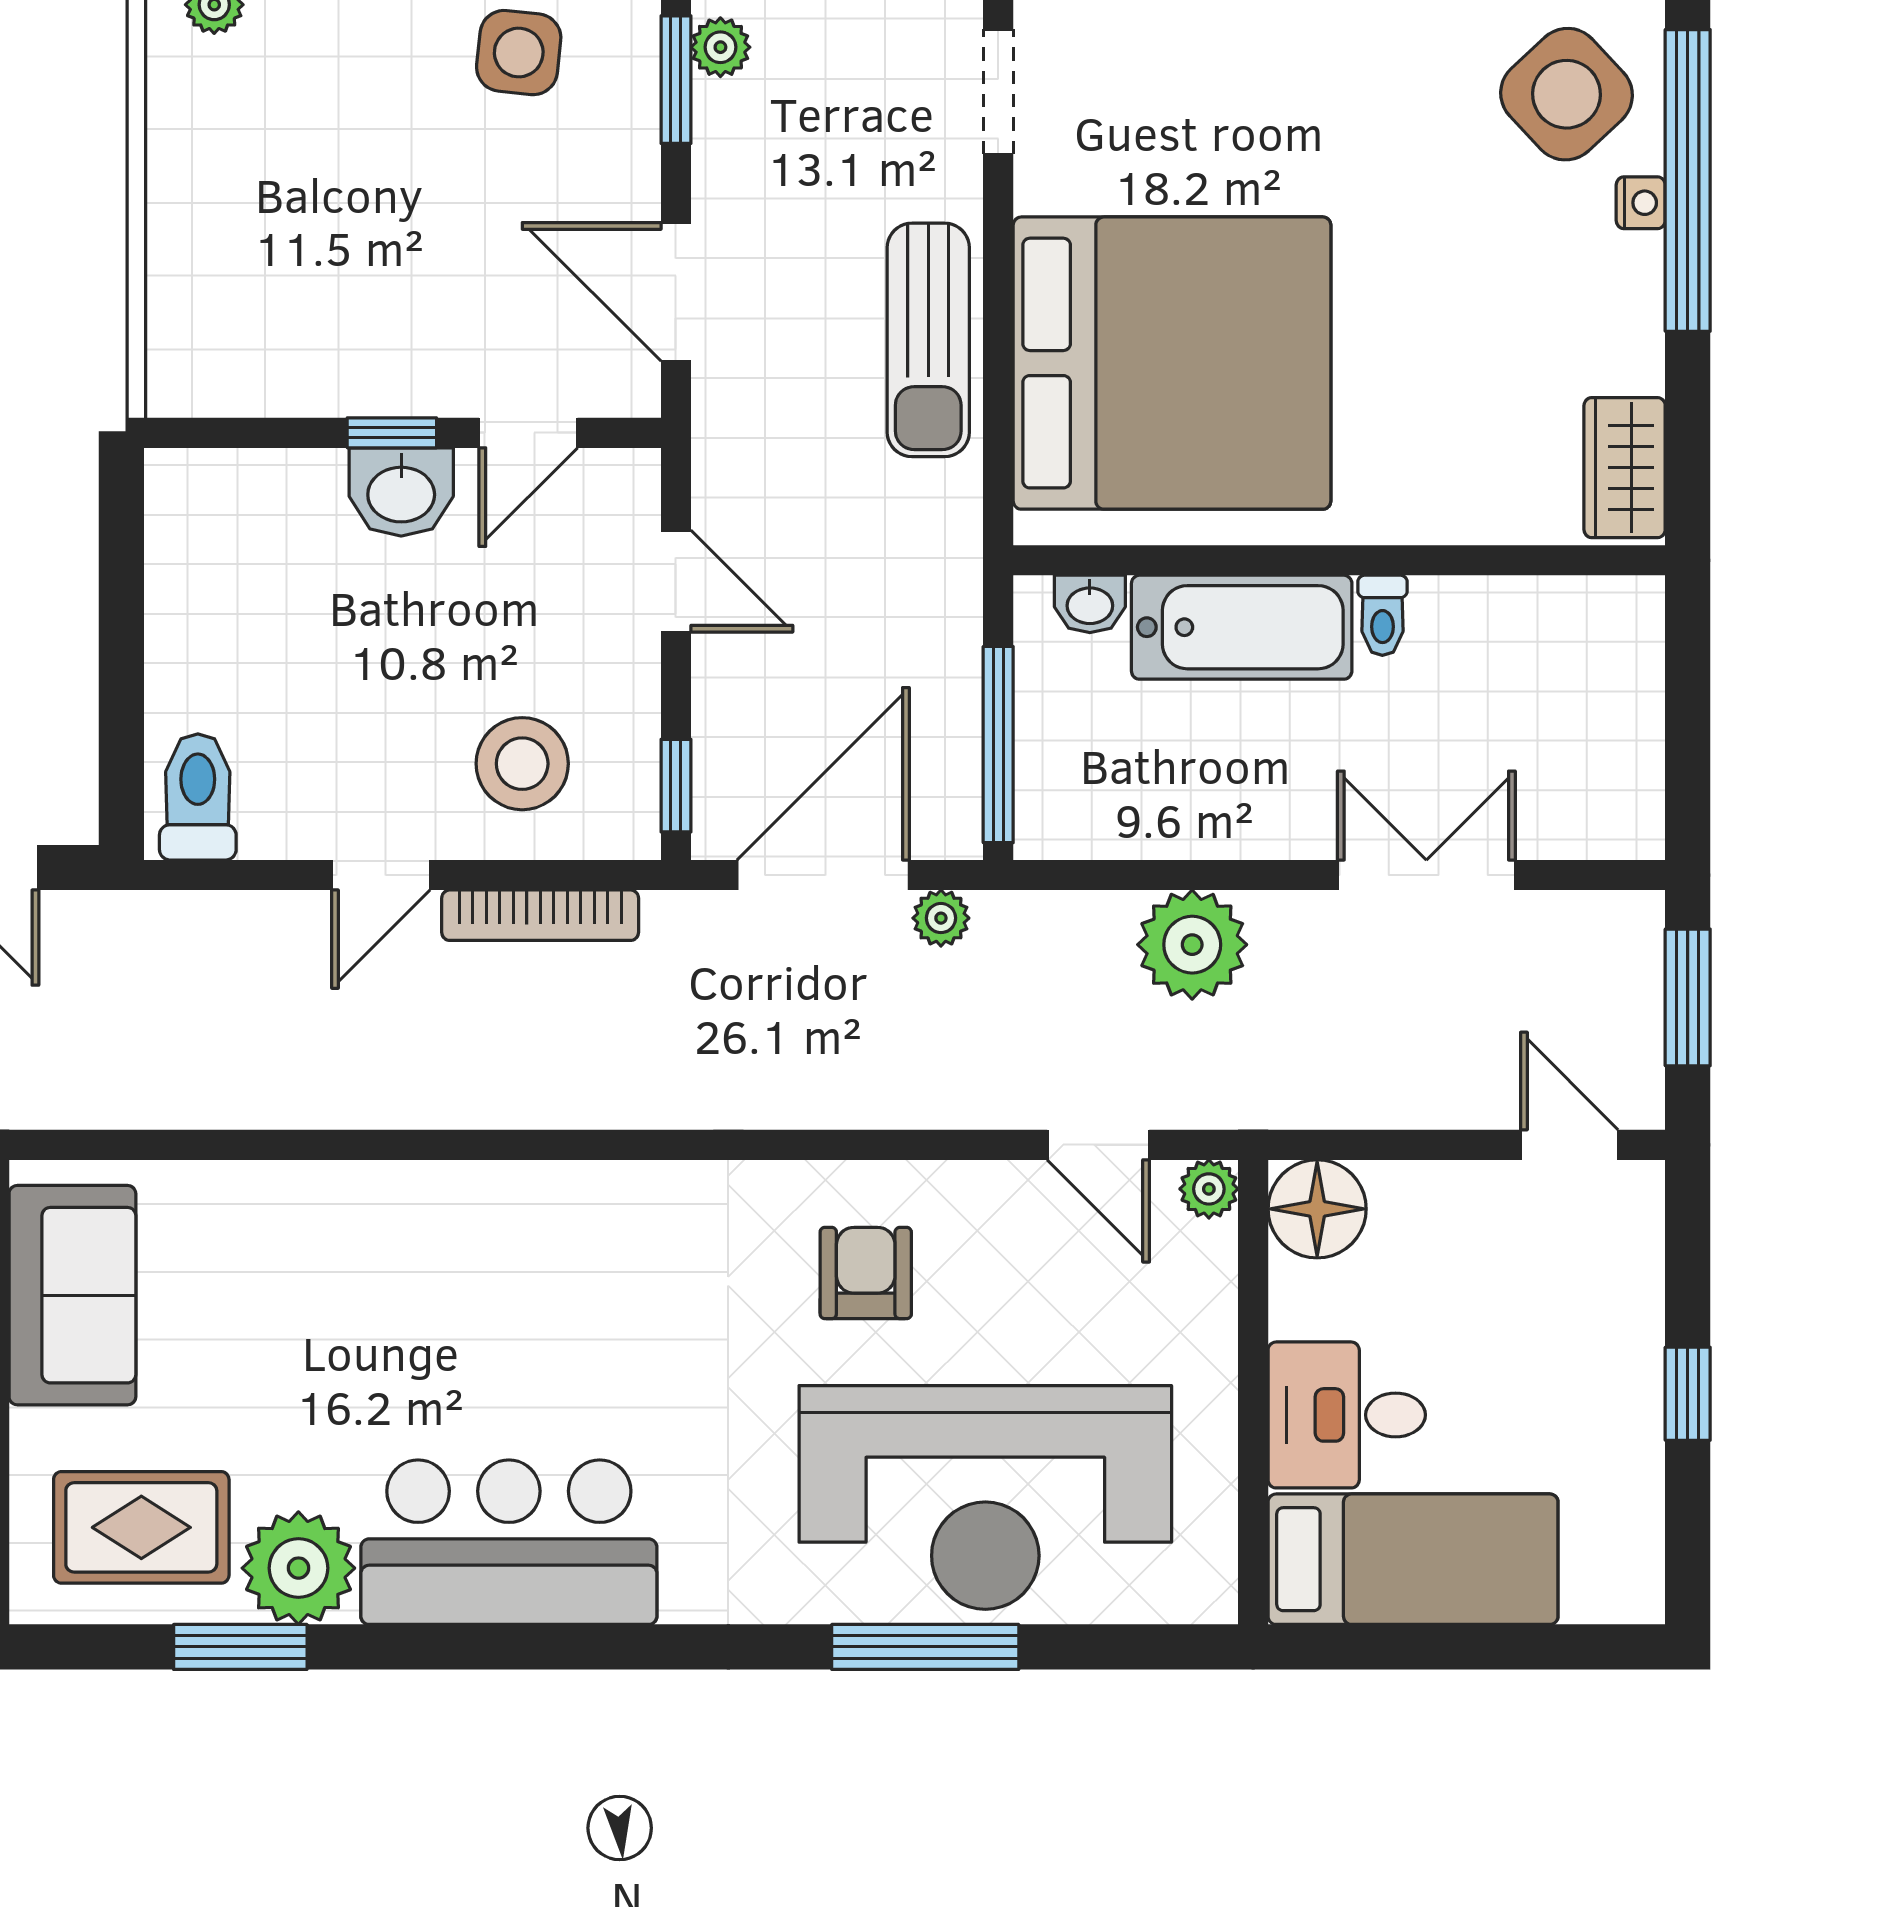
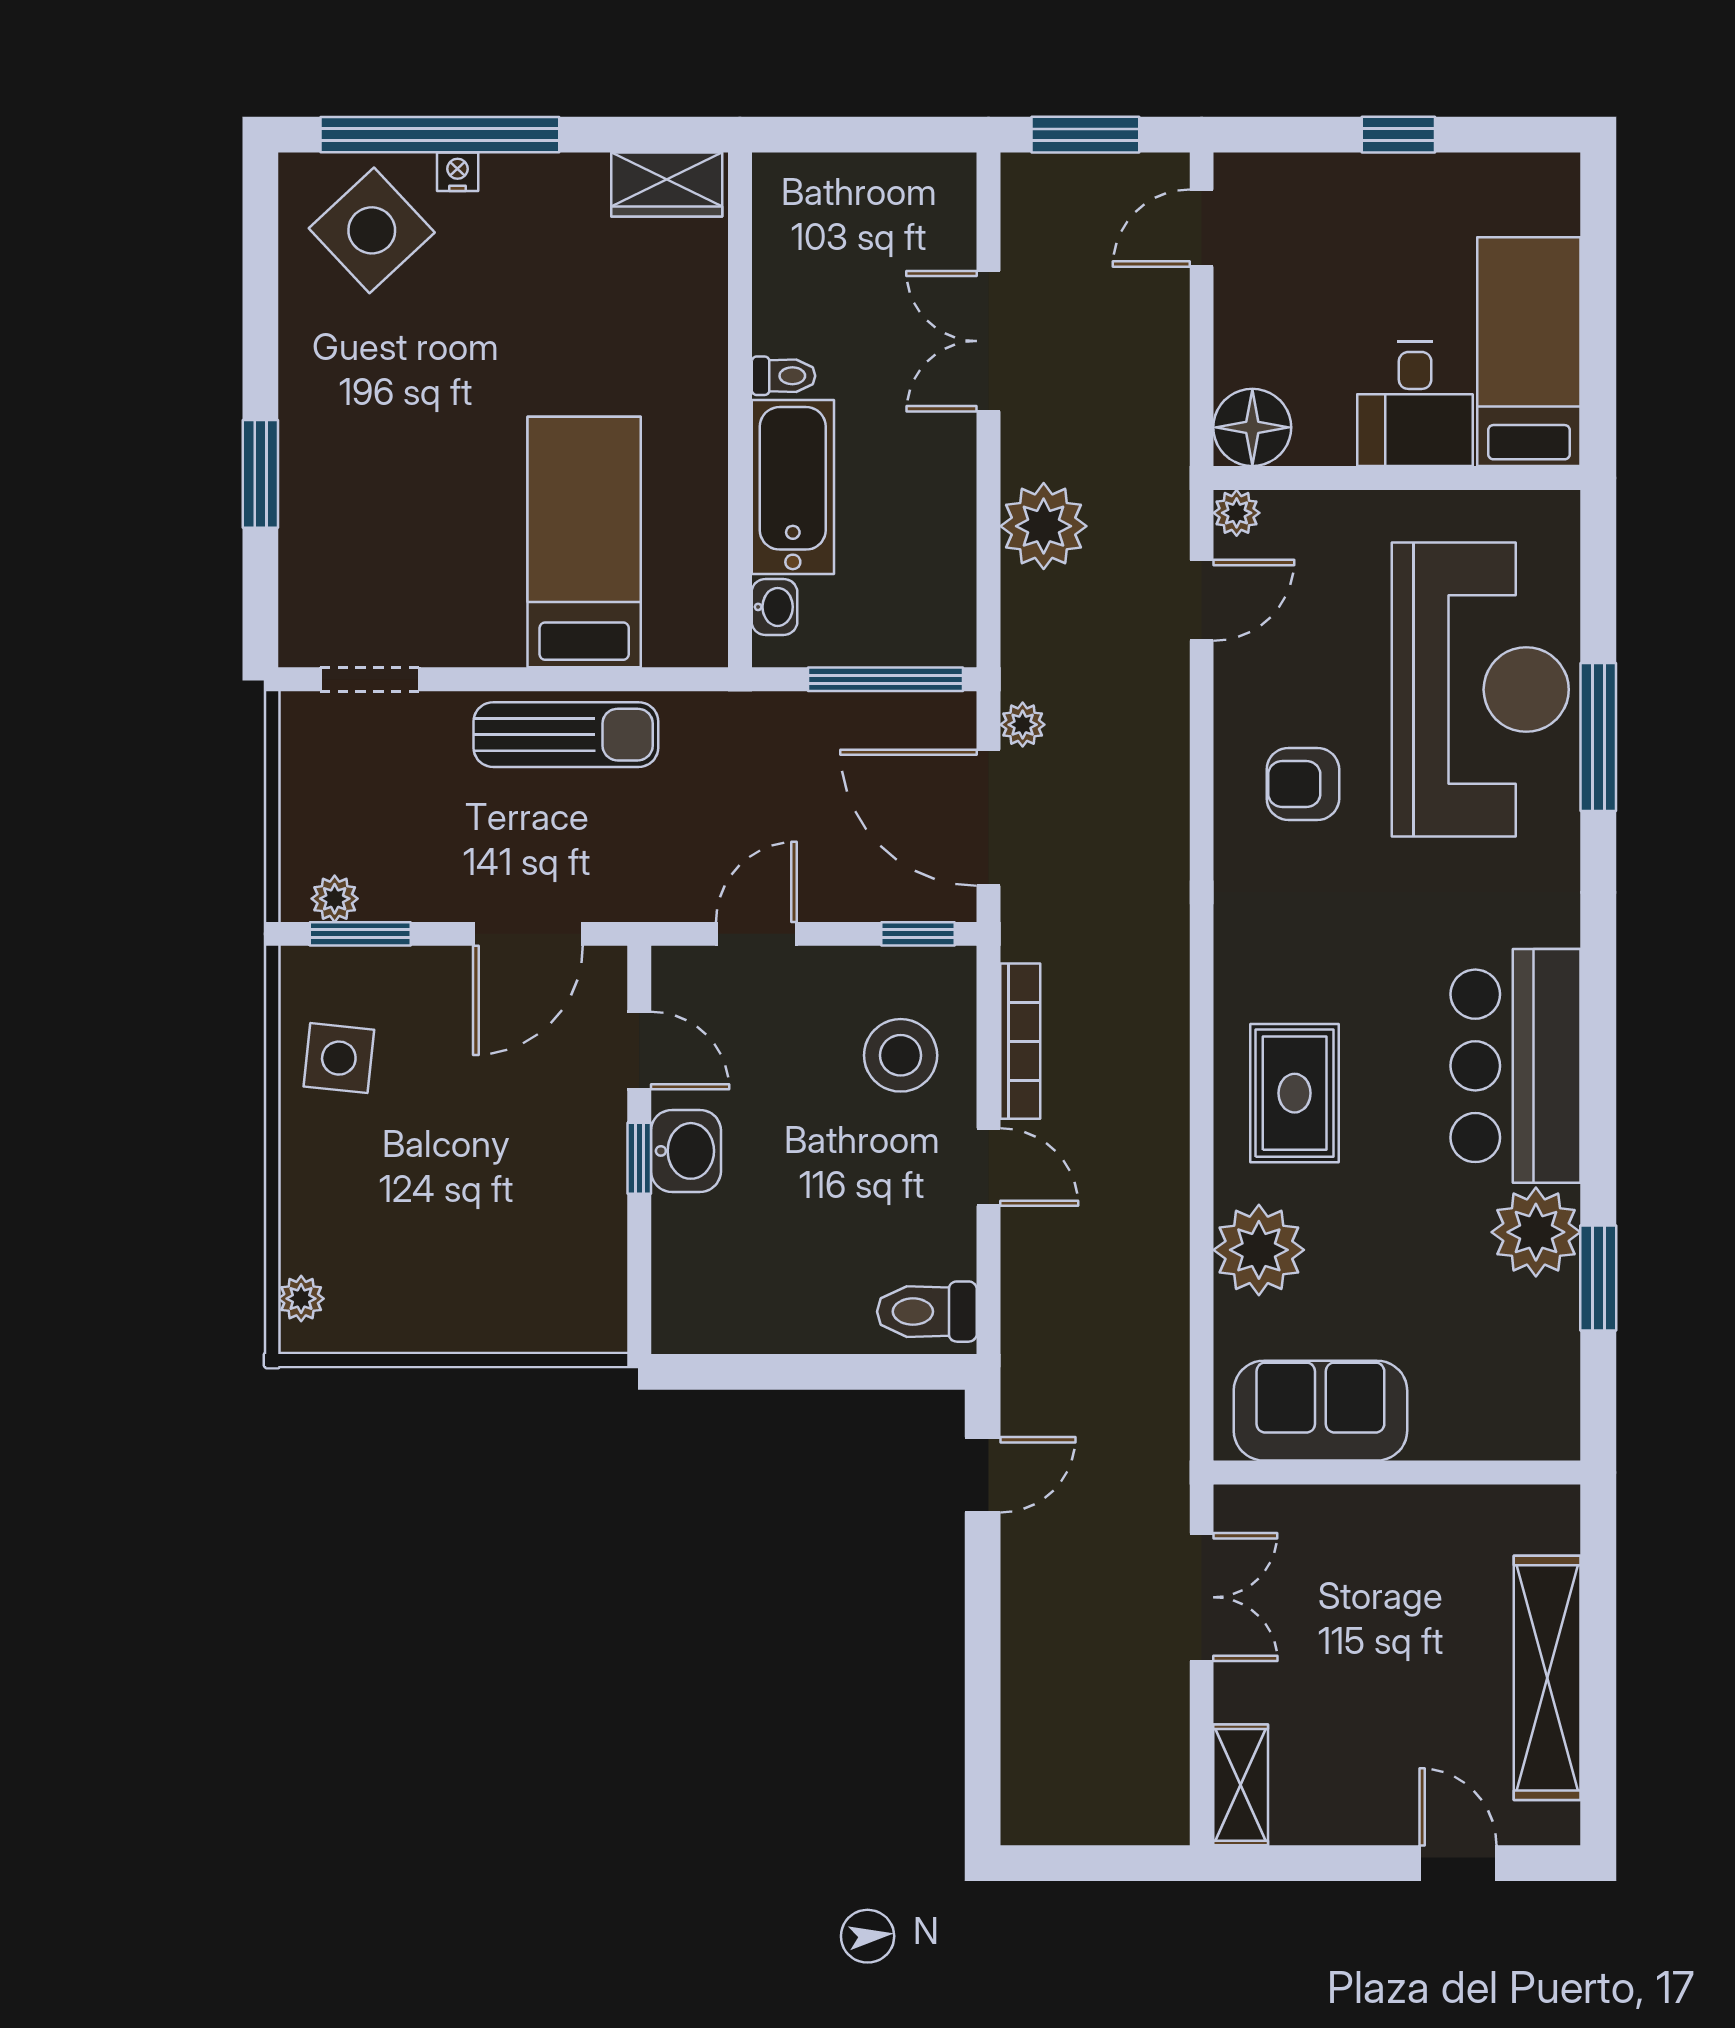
bed: (1172, 363) -> (584, 542), width x0.49
plant: (276, 1217) -> (1259, 1250), added
rug: (141, 1527) -> (1295, 1093), moved

